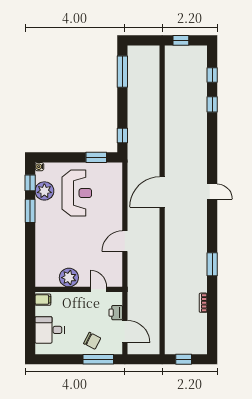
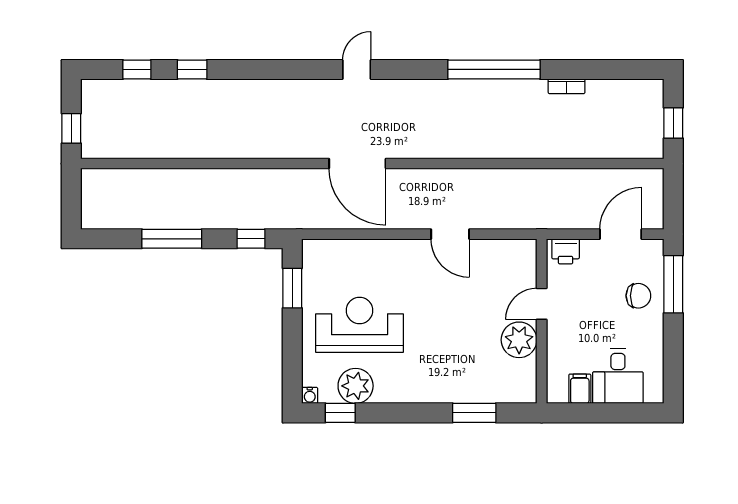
window: (122, 72) -> (172, 239), moved
window: (30, 211) -> (474, 413), moved
window: (212, 264) -> (494, 69), width x2.11
door: (98, 289) -> (542, 304), moved
filing cabinet: (43, 300) -> (580, 389), moved
printer: (116, 313) -> (566, 251), moved
chair: (92, 341) -> (638, 296), turned 63

